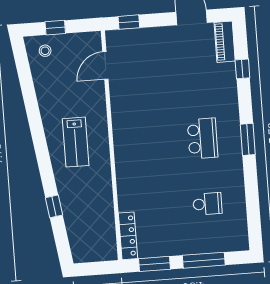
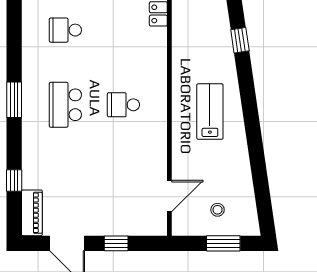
window: (129, 22) -> (116, 243), moved
window: (55, 28) -> (223, 243), width x1.50
stool: (45, 51) -> (218, 210), moved
school desk: (152, 142) -> (123, 105), added

